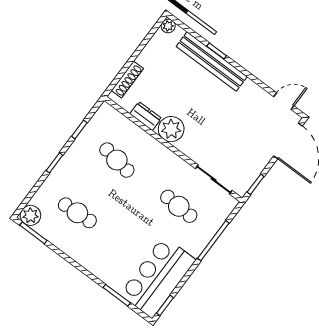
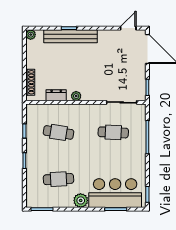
plant: (171, 129) -> (76, 96), width x0.53, depth x0.53
plant: (30, 215) -> (81, 200), moved
bar counter: (158, 277) -> (115, 193), moved, turned 90

